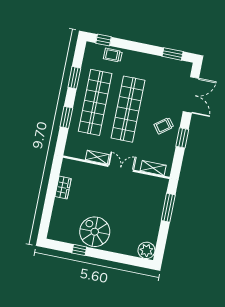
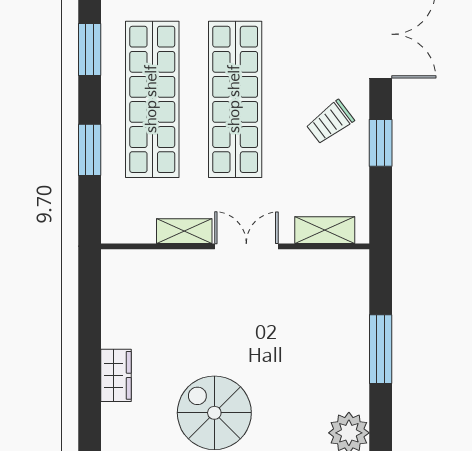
wardrobe: (63, 188) -> (116, 375), moved
window: (168, 208) -> (381, 349), moved

